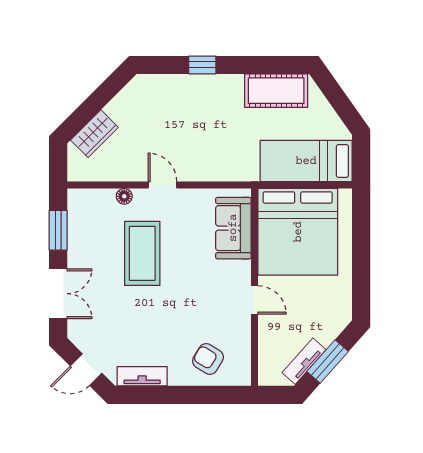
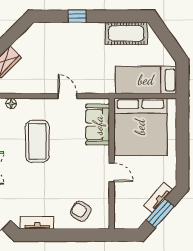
door: (162, 185) -> (67, 96), moved
floor lamp: (124, 196) -> (11, 103), moved
tv unit: (304, 361) -> (158, 198), moved

